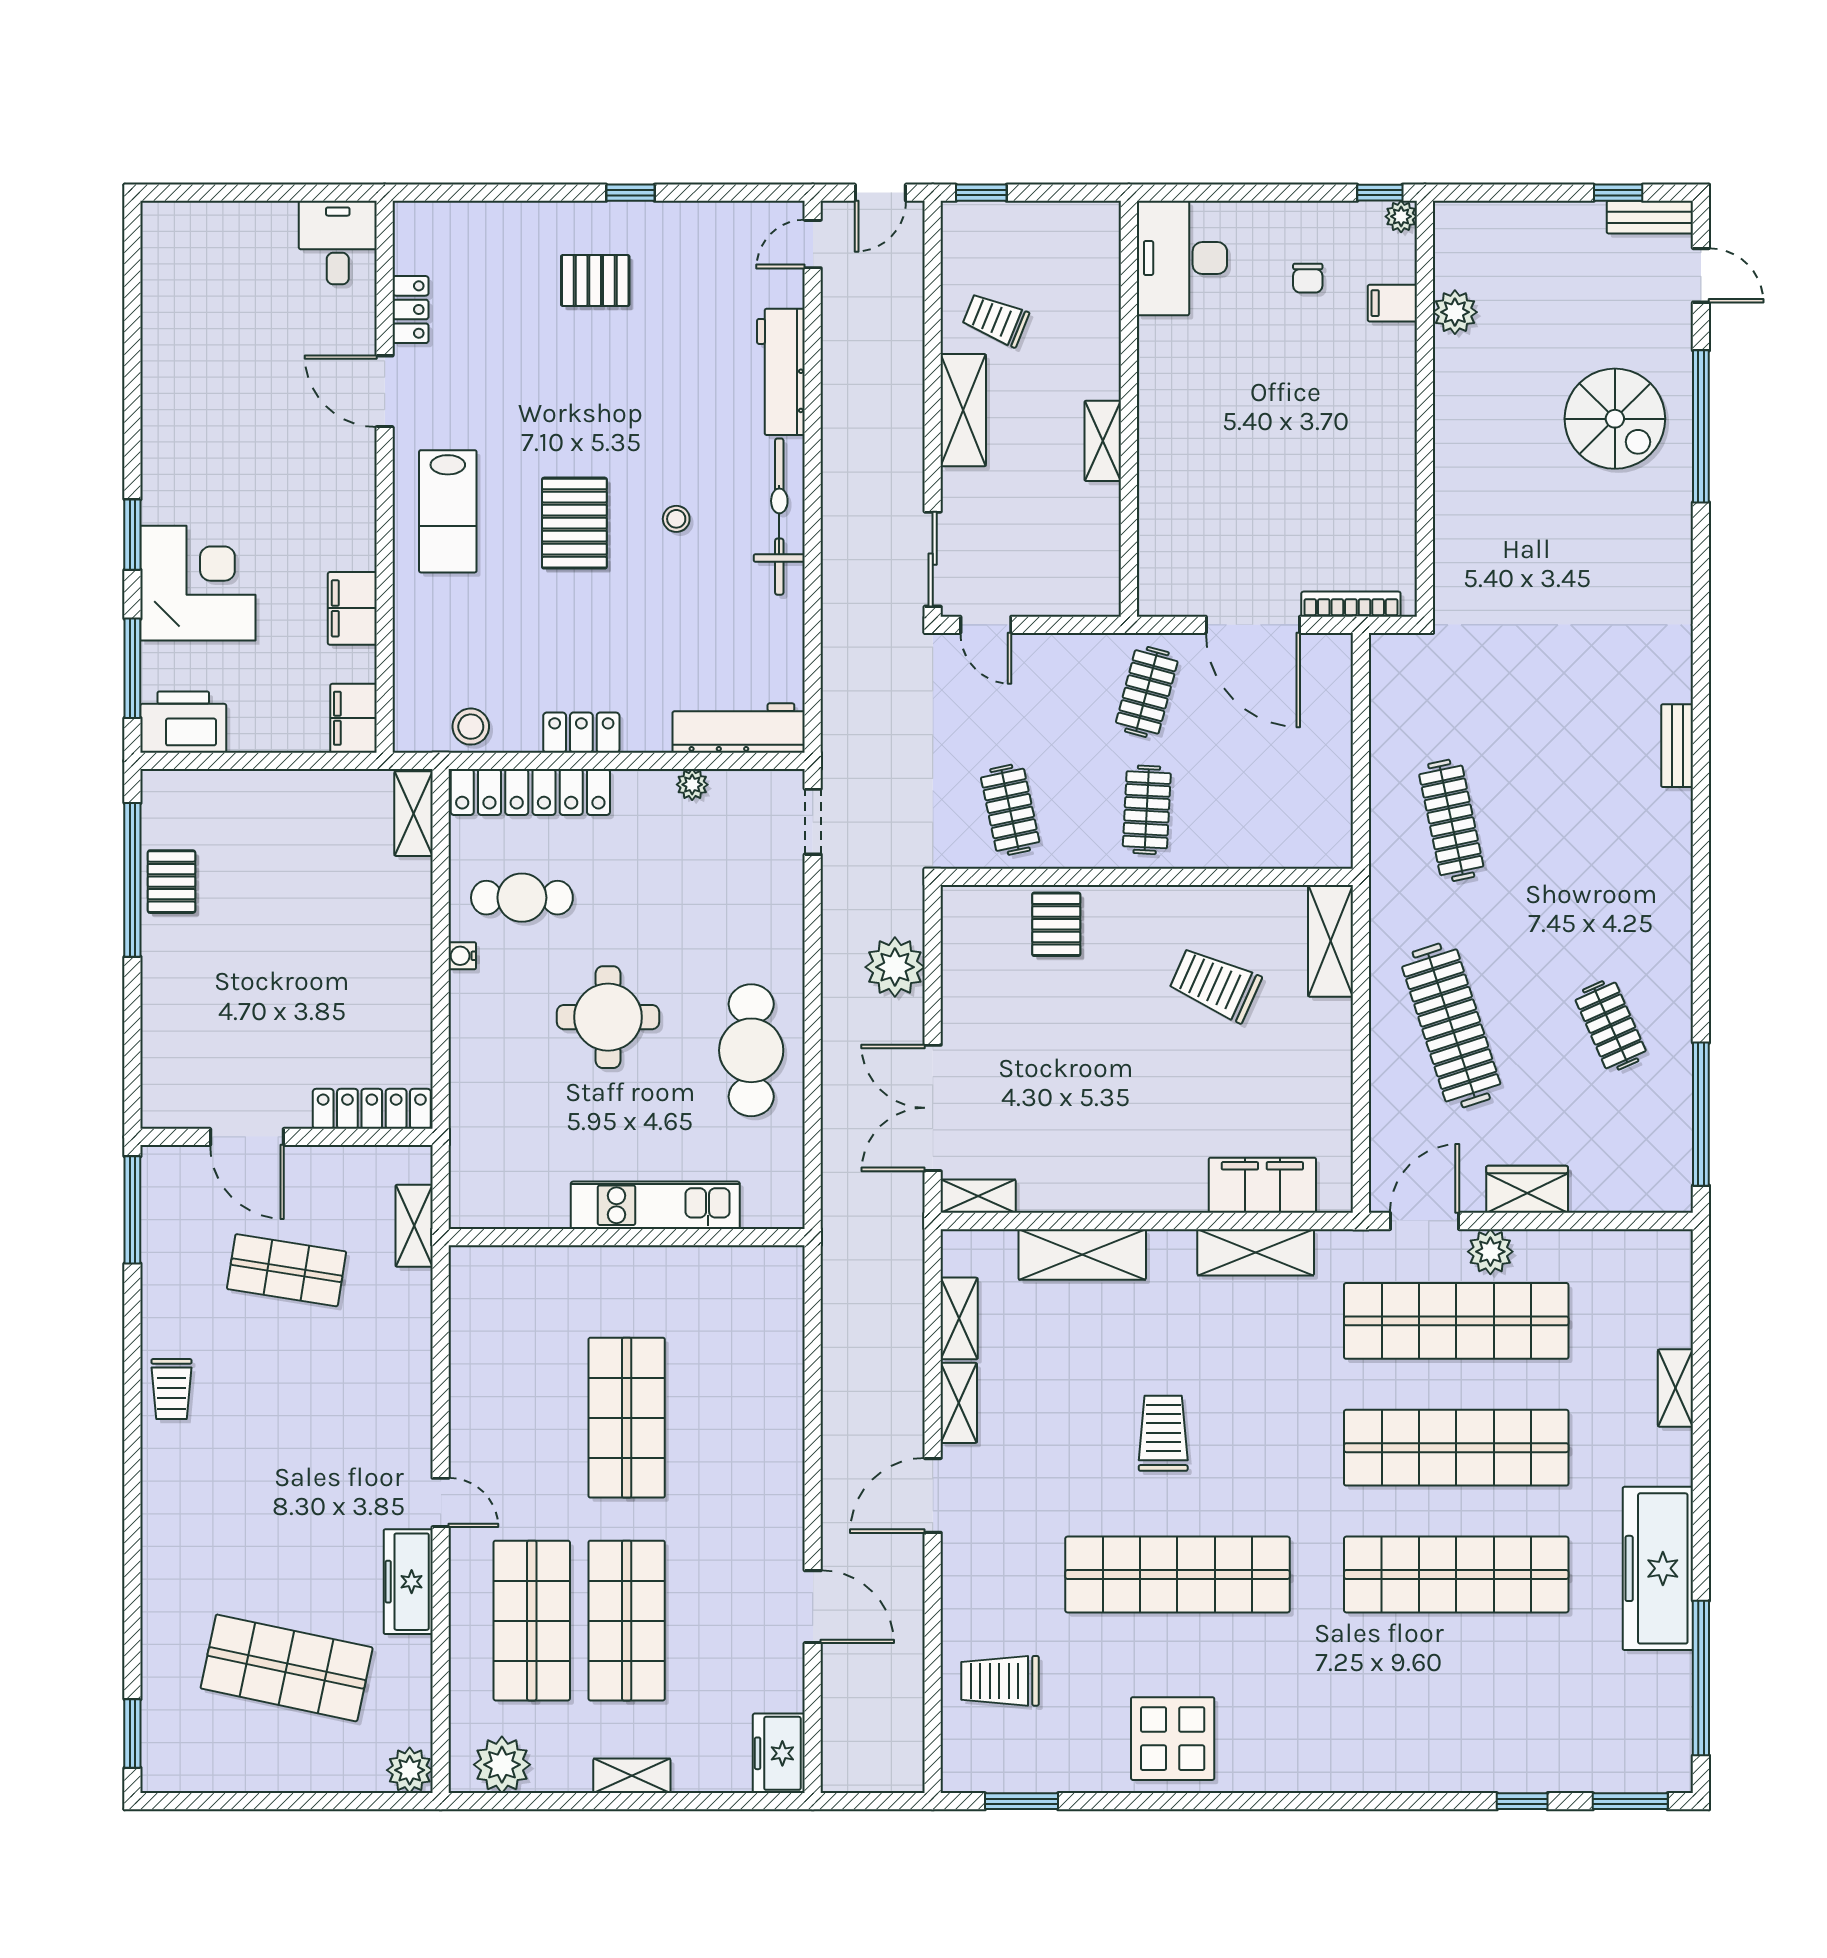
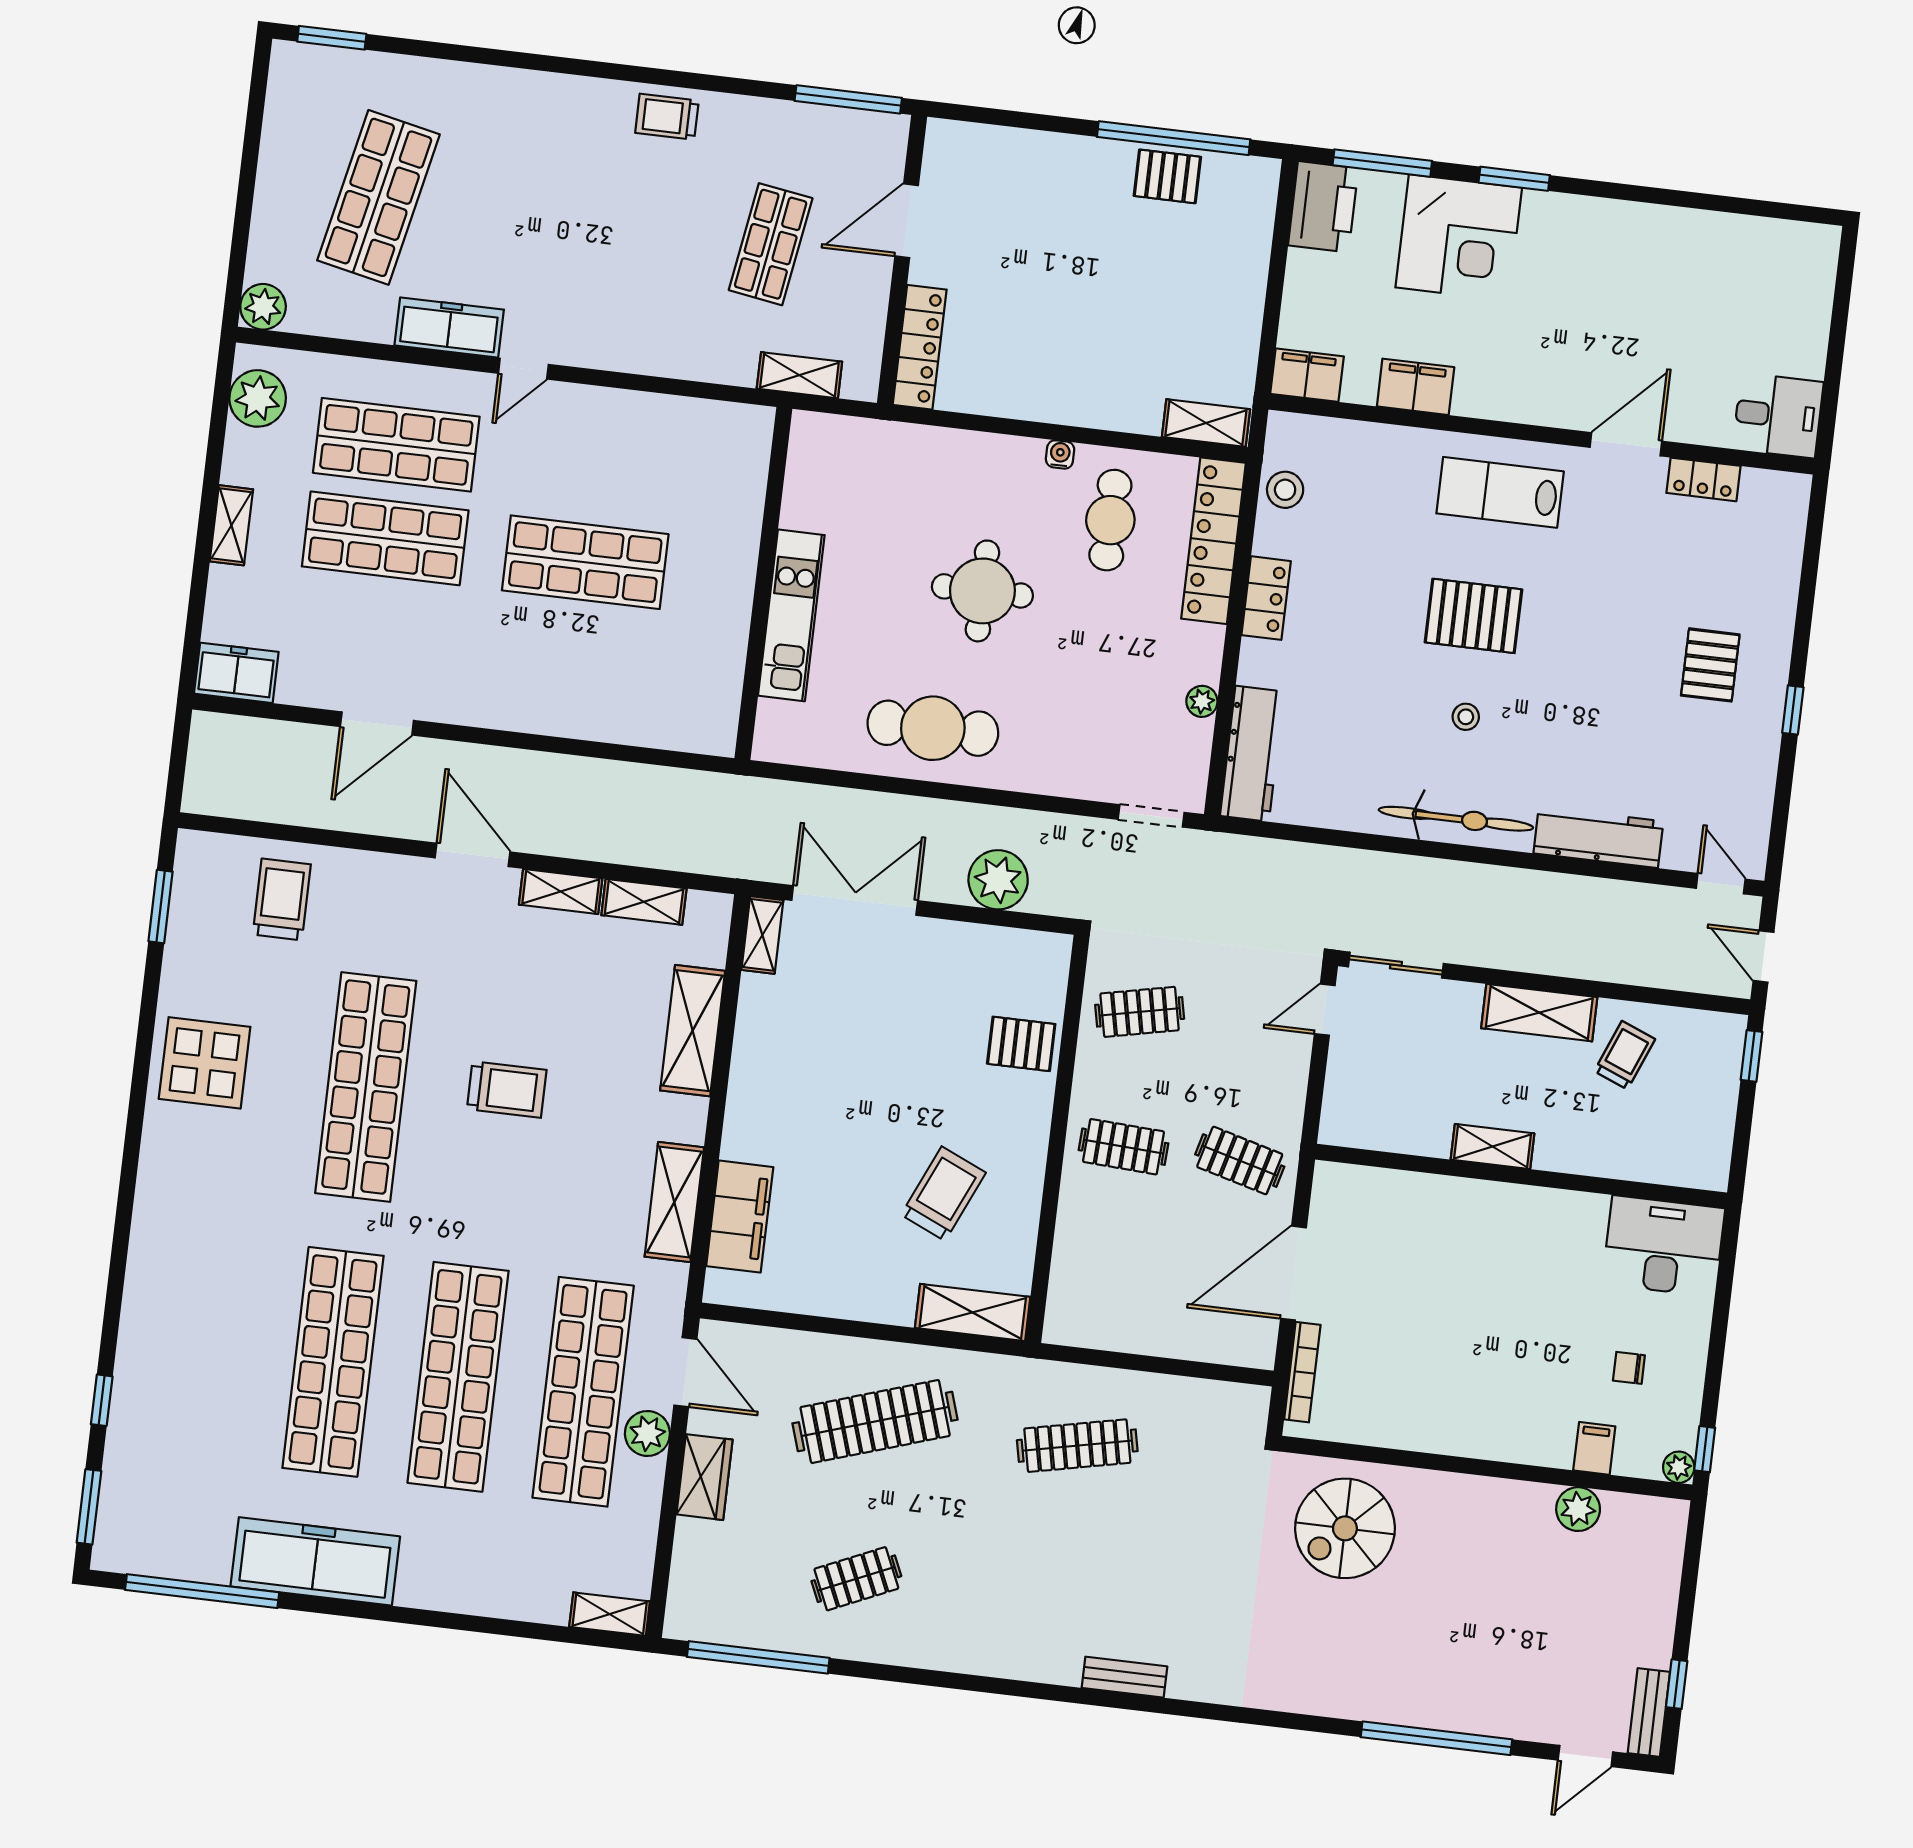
spiral stairs: (1615, 419) -> (1345, 1528), moved
shelving: (1675, 1388) -> (610, 1614), moved

